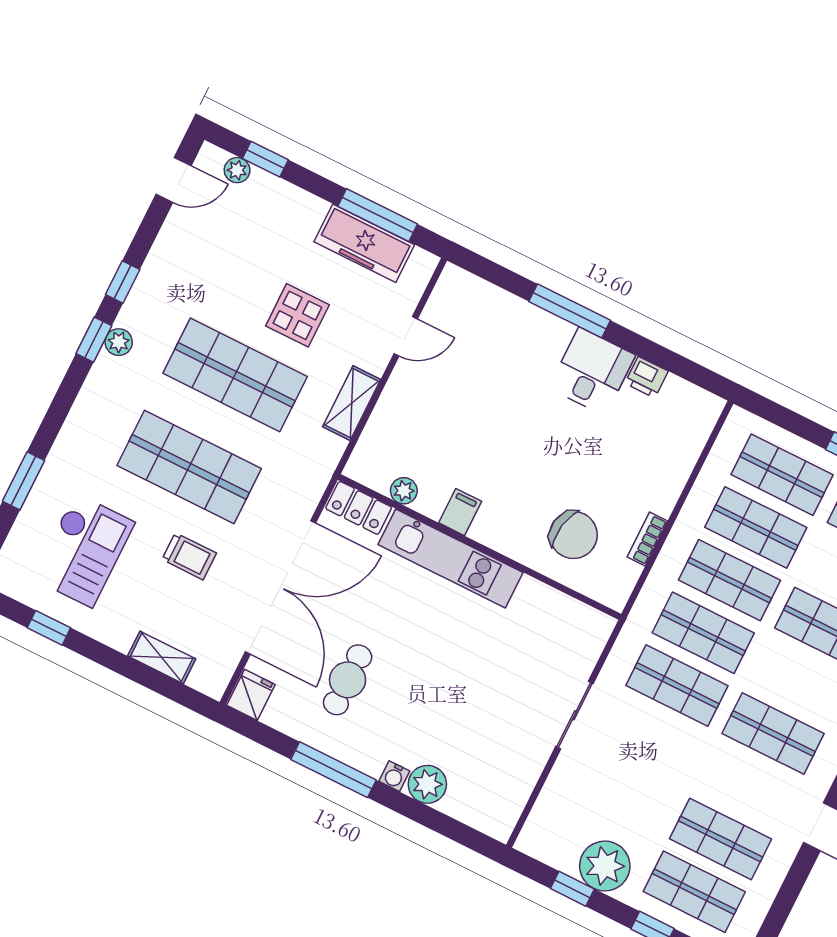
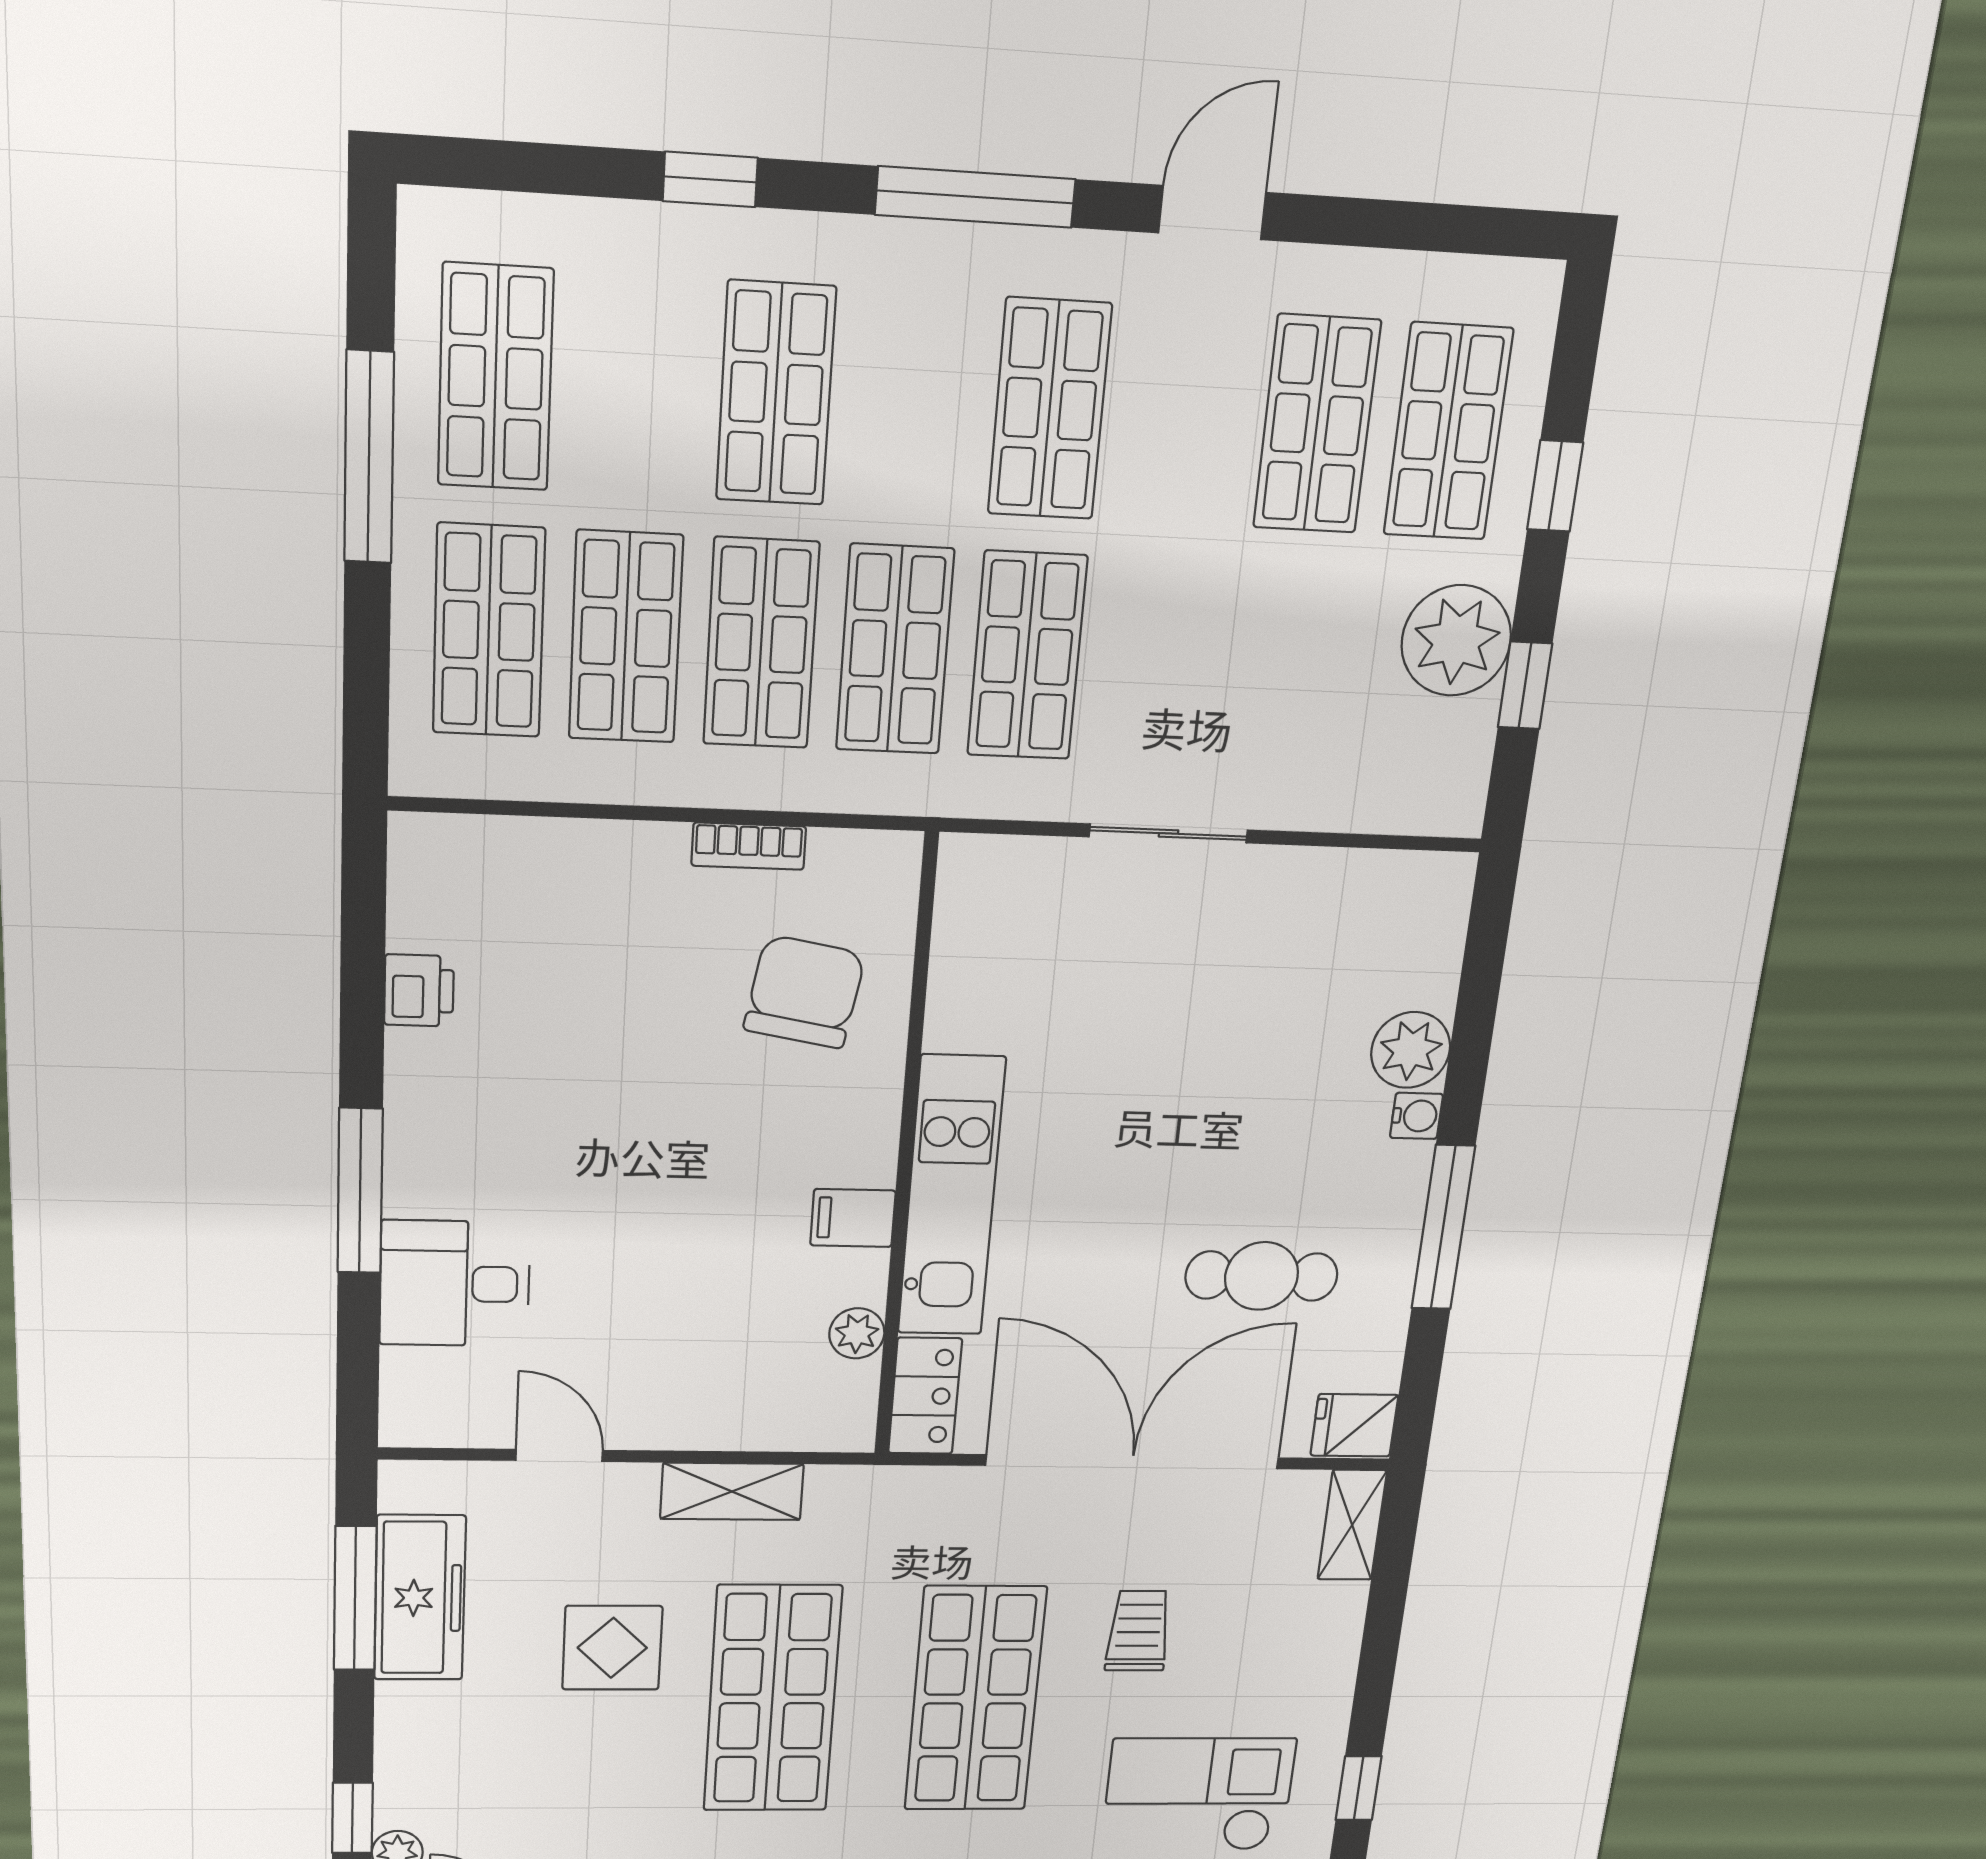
desk: (592, 371) -> (455, 1284), moved
shelving: (162, 657) -> (1352, 1525), moved

